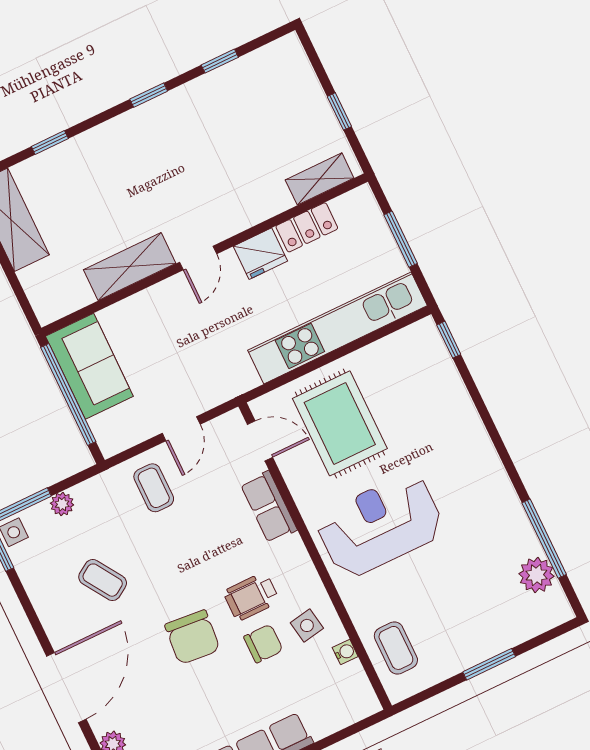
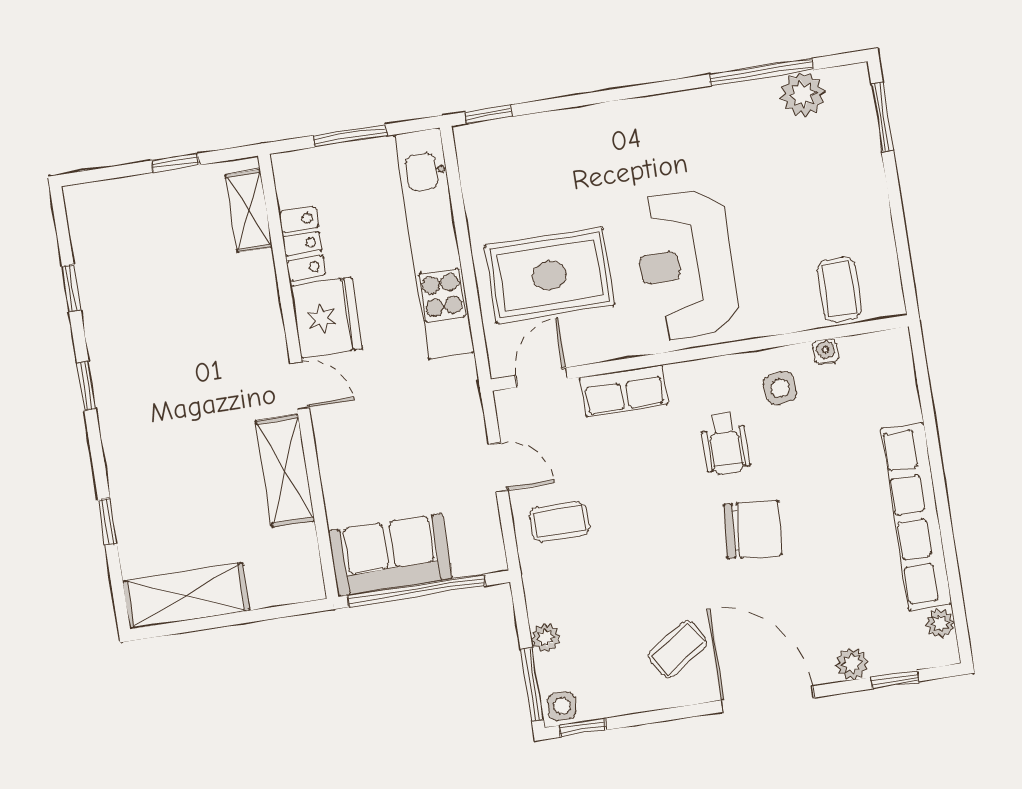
fridge: (260, 254) -> (326, 317), width x1.36, depth x1.34
coffee table: (103, 580) -> (678, 649), moved
chair: (263, 643) -> (786, 447), removed
coffee table: (396, 648) -> (839, 289), turned 90
window: (489, 664) -> (882, 117), moved

